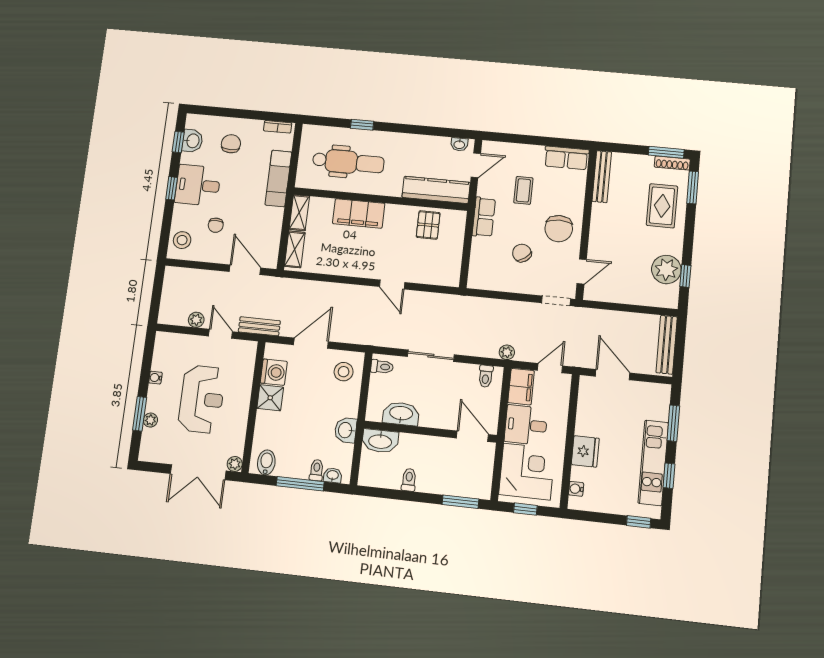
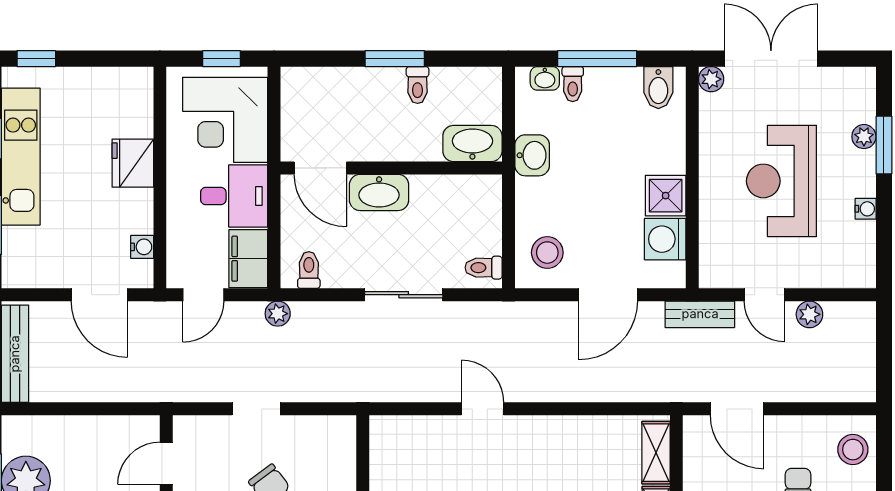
doorway: (556, 301) -> (256, 409), moved
washbasin: (401, 414) -> (379, 192), moved
water cooler: (576, 489) -> (142, 247), moved
window: (460, 502) -> (395, 59), moved

